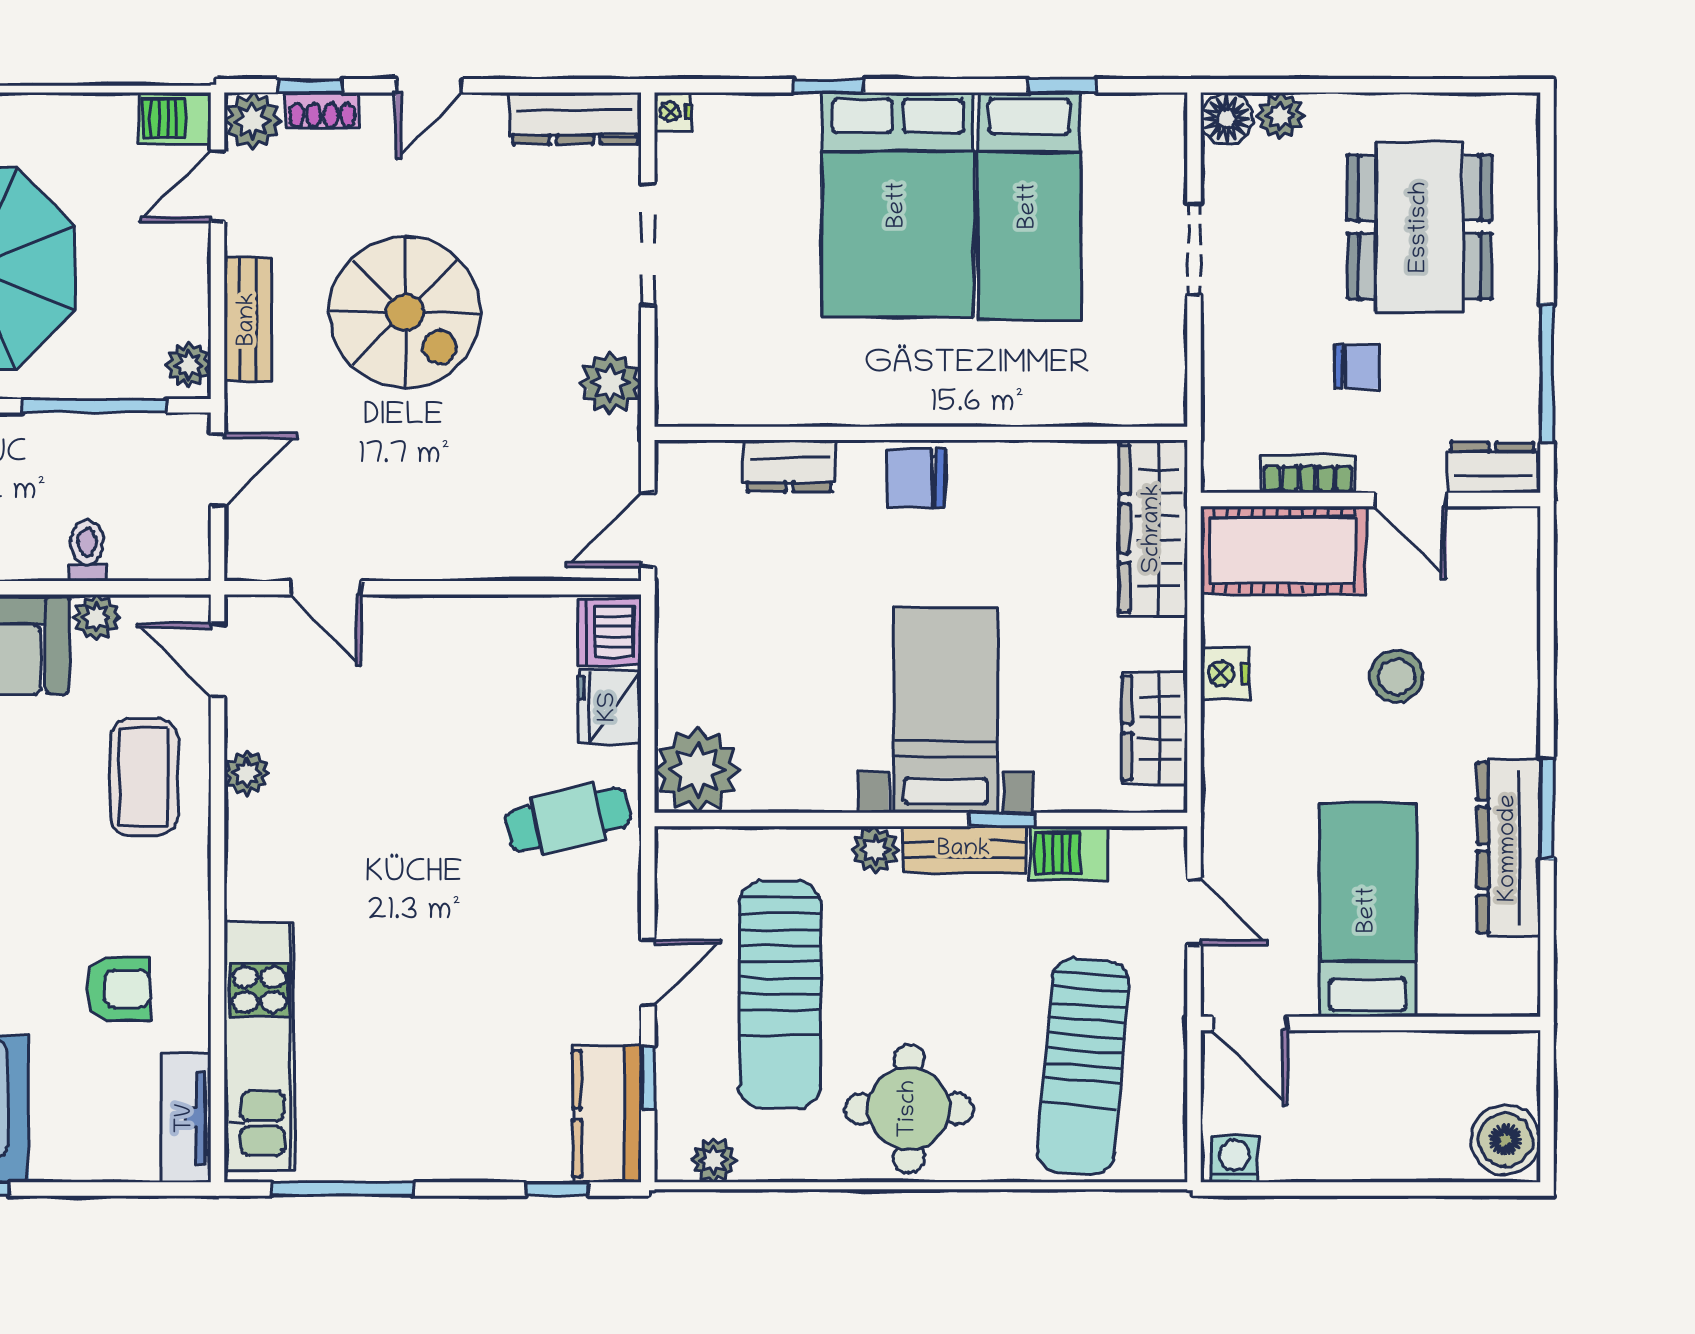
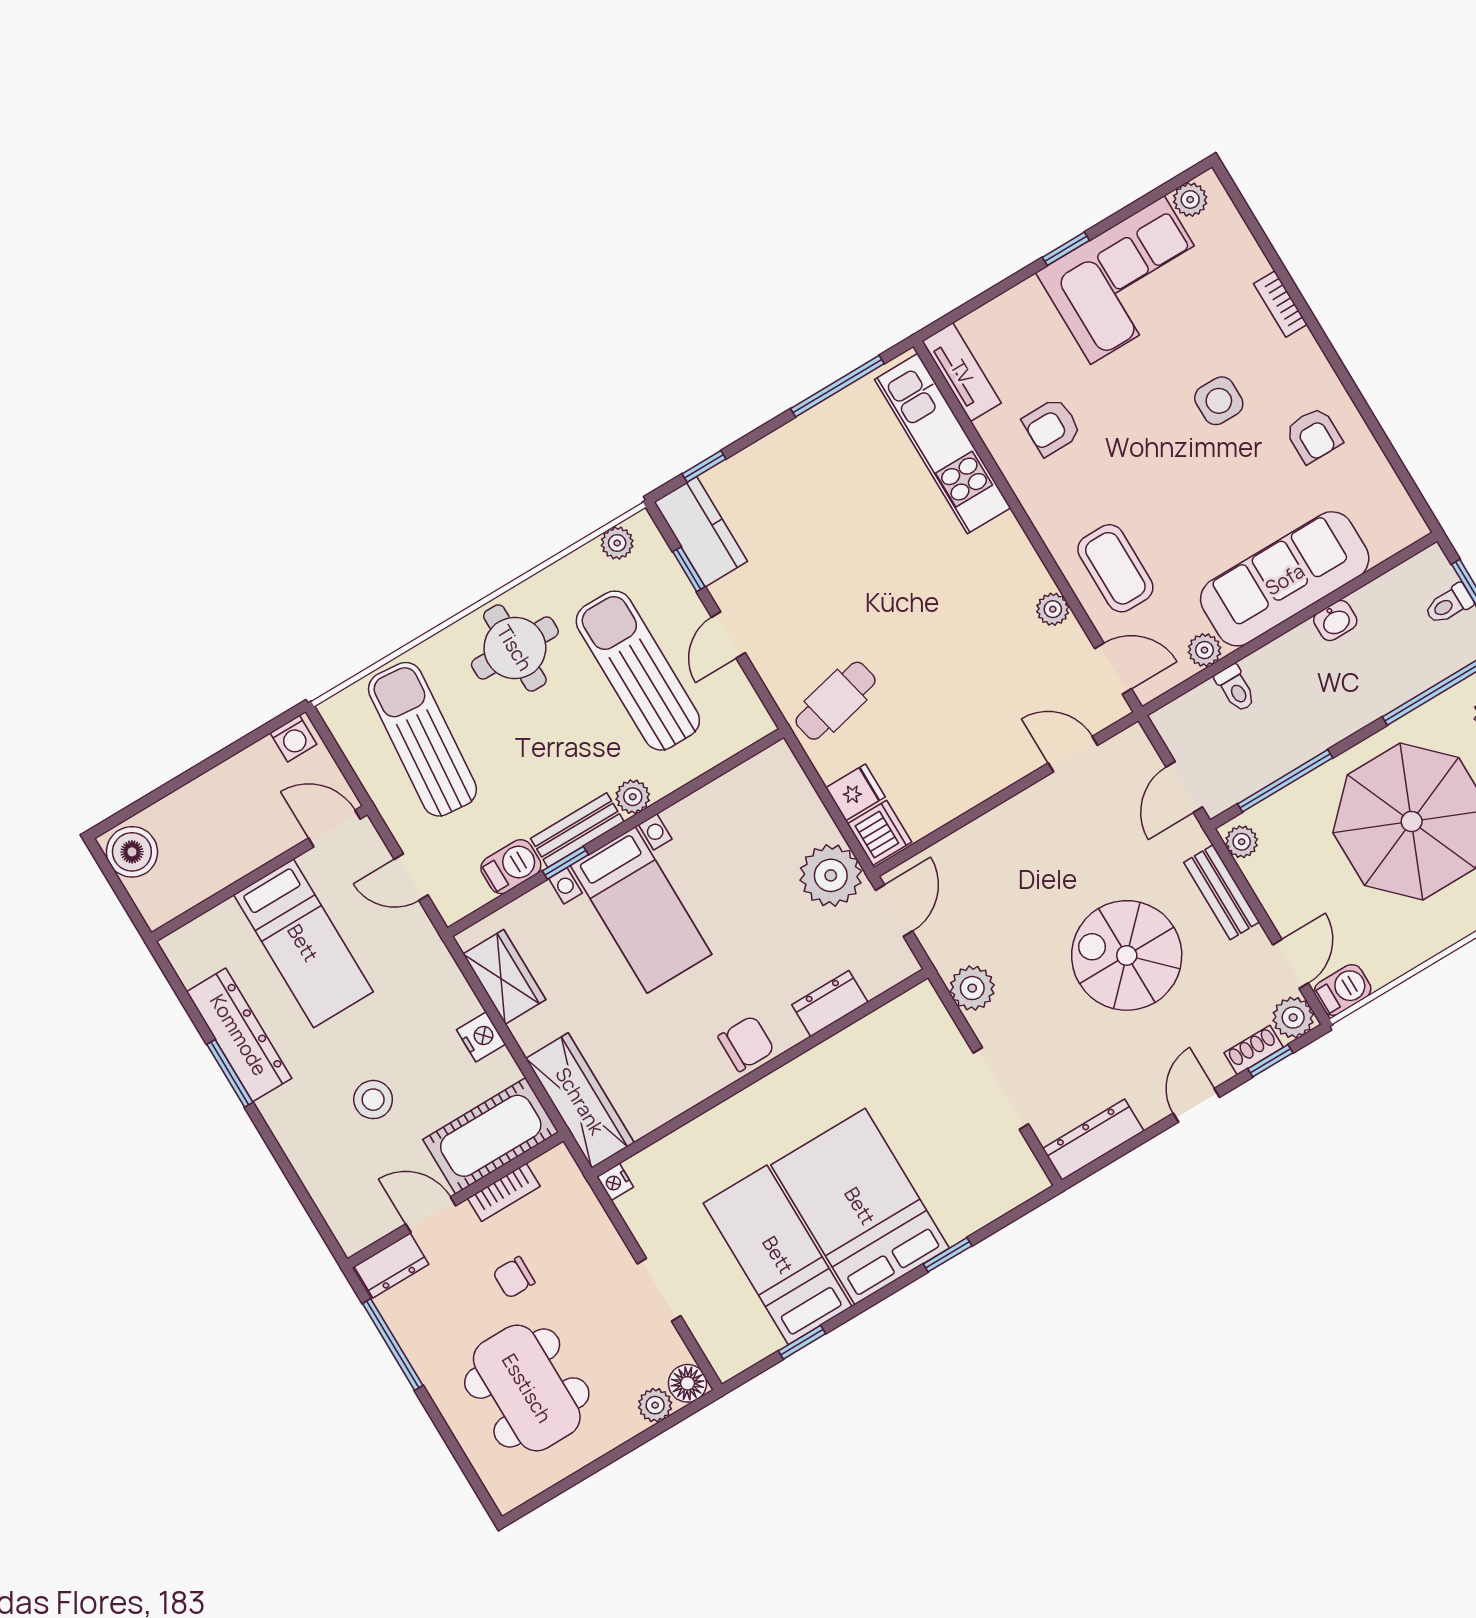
nightstand: (673, 112) -> (615, 1182), moved, turned 180
fridge: (609, 707) -> (855, 792), width x0.72
plant: (697, 770) -> (831, 875), moved

